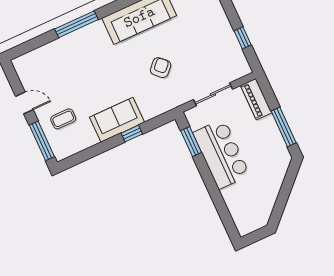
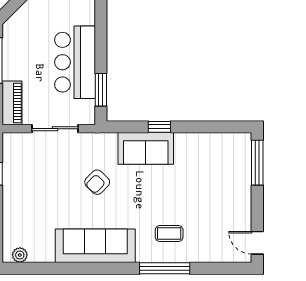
door: (24, 103) -> (257, 243), moved
coffee table: (63, 119) -> (169, 234), moved
sofa: (117, 120) -> (146, 148), moved

